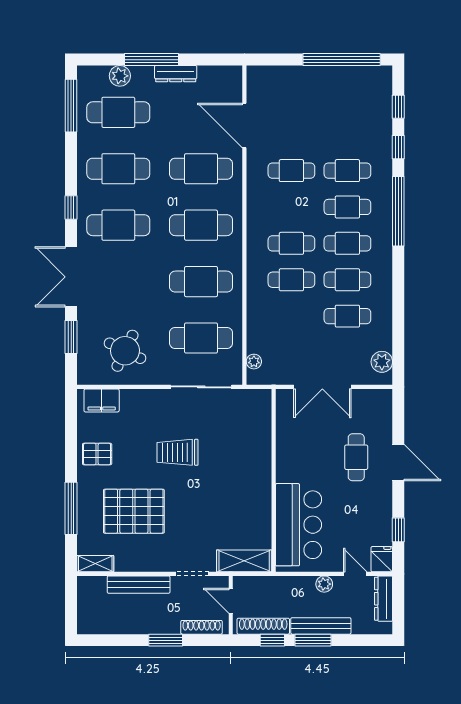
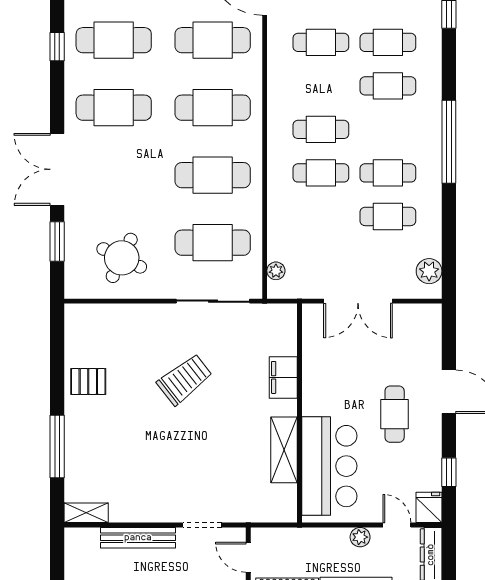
window: (71, 208) -> (57, 47), moved
window: (398, 211) -> (449, 142), moved
cafe table: (347, 243) -> (388, 129), removed
filing cabinet: (102, 400) -> (283, 377), moved, turned 90
trolley: (178, 452) -> (185, 379), turned 142
cafe table: (356, 457) -> (395, 414), moved
pallet: (134, 511) -> (132, 450), removed
shelving: (244, 561) -> (284, 450), moved, turned 90

